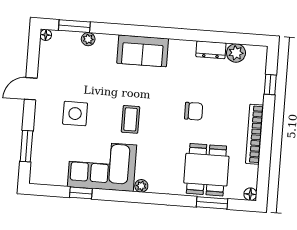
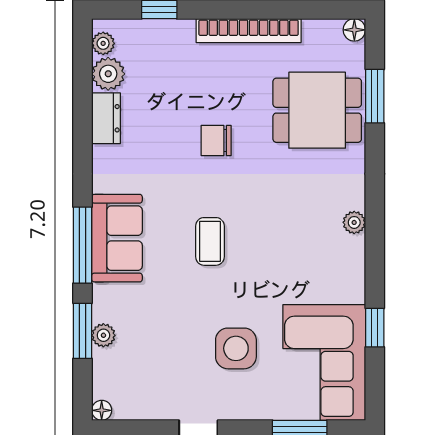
window: (74, 26) -> (83, 331), moved
window: (140, 31) -> (83, 245), added
plant: (253, 51) -> (103, 43), added
chair: (194, 111) -> (216, 140), turned -90
coffee table: (131, 119) -> (210, 241), moved, turned 90
corner sofa: (102, 166) -> (324, 362), moved

